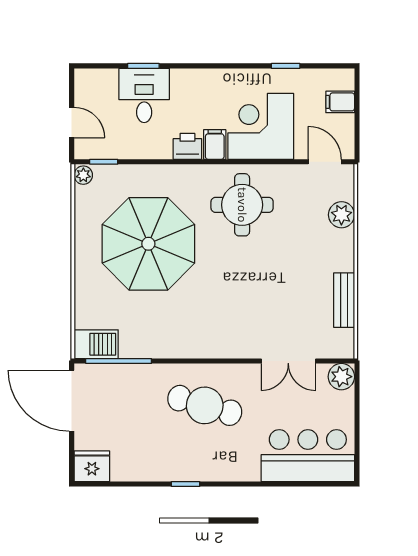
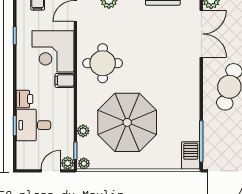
printer: (187, 146) -> (24, 99), moved, turned 180
plant: (84, 149) -> (68, 163), added
plant: (135, 174) -> (83, 131), added
double door: (288, 361) -> (201, 34), width x1.37

